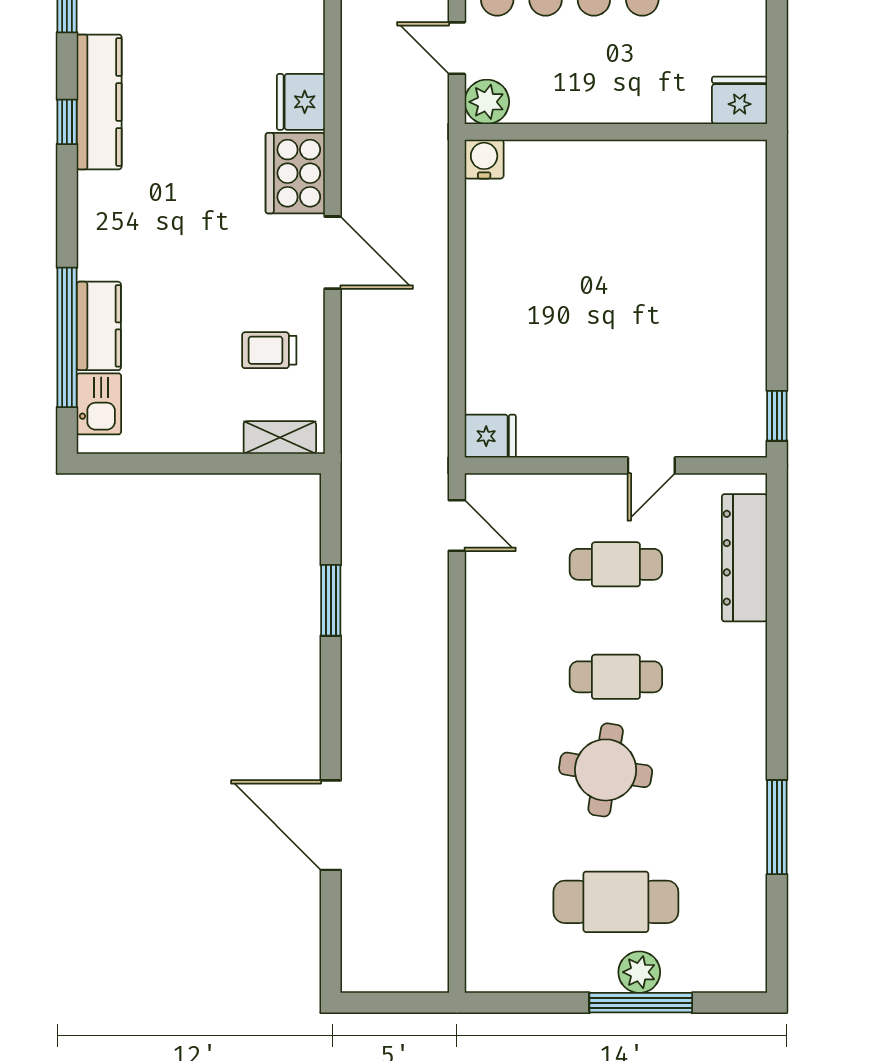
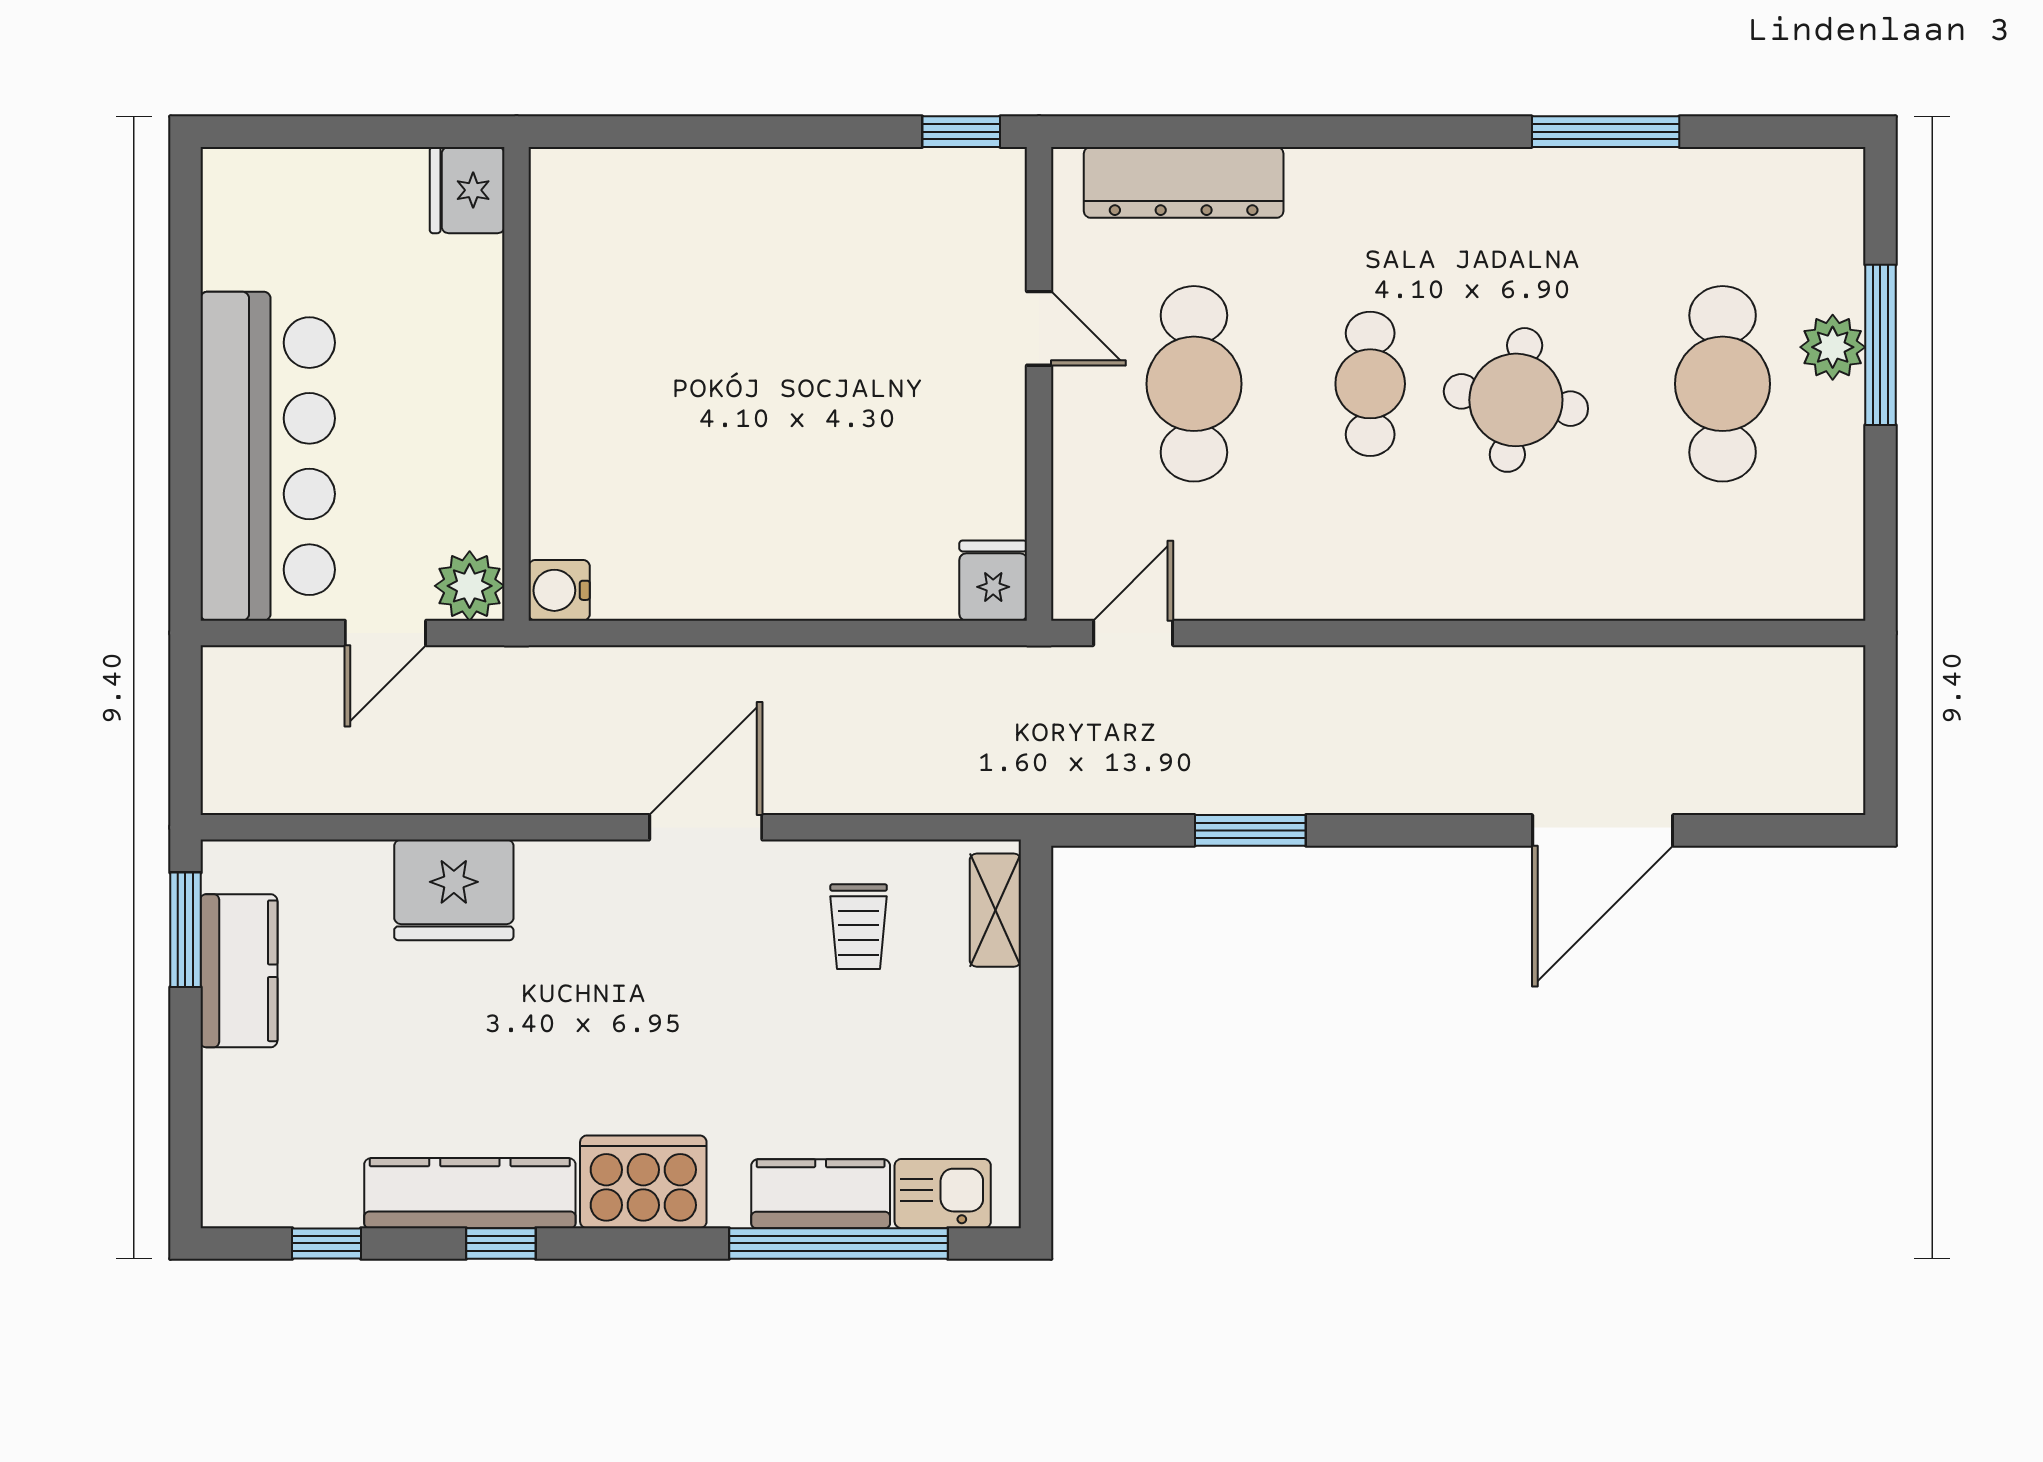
fridge: (301, 102) -> (454, 890), width x1.36, depth x1.34
cooker: (295, 173) -> (643, 1182), moved, turned 180
cafe table: (616, 564) -> (1194, 384), width x1.37, depth x1.35

